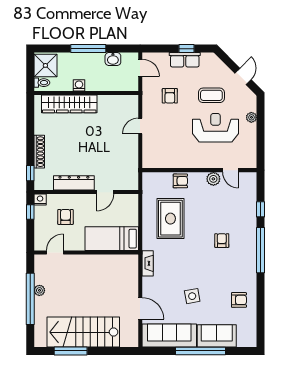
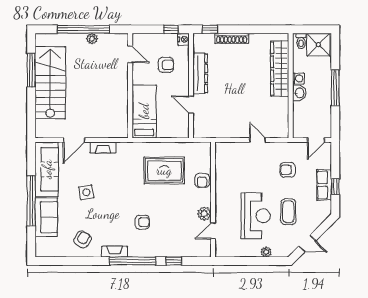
washbasin: (113, 59) -> (299, 93), moved, turned 180
fireplace: (148, 263) -> (103, 147), moved
fireplace: (251, 268) -> (115, 252), added
armchair: (239, 300) -> (82, 239), turned -148

